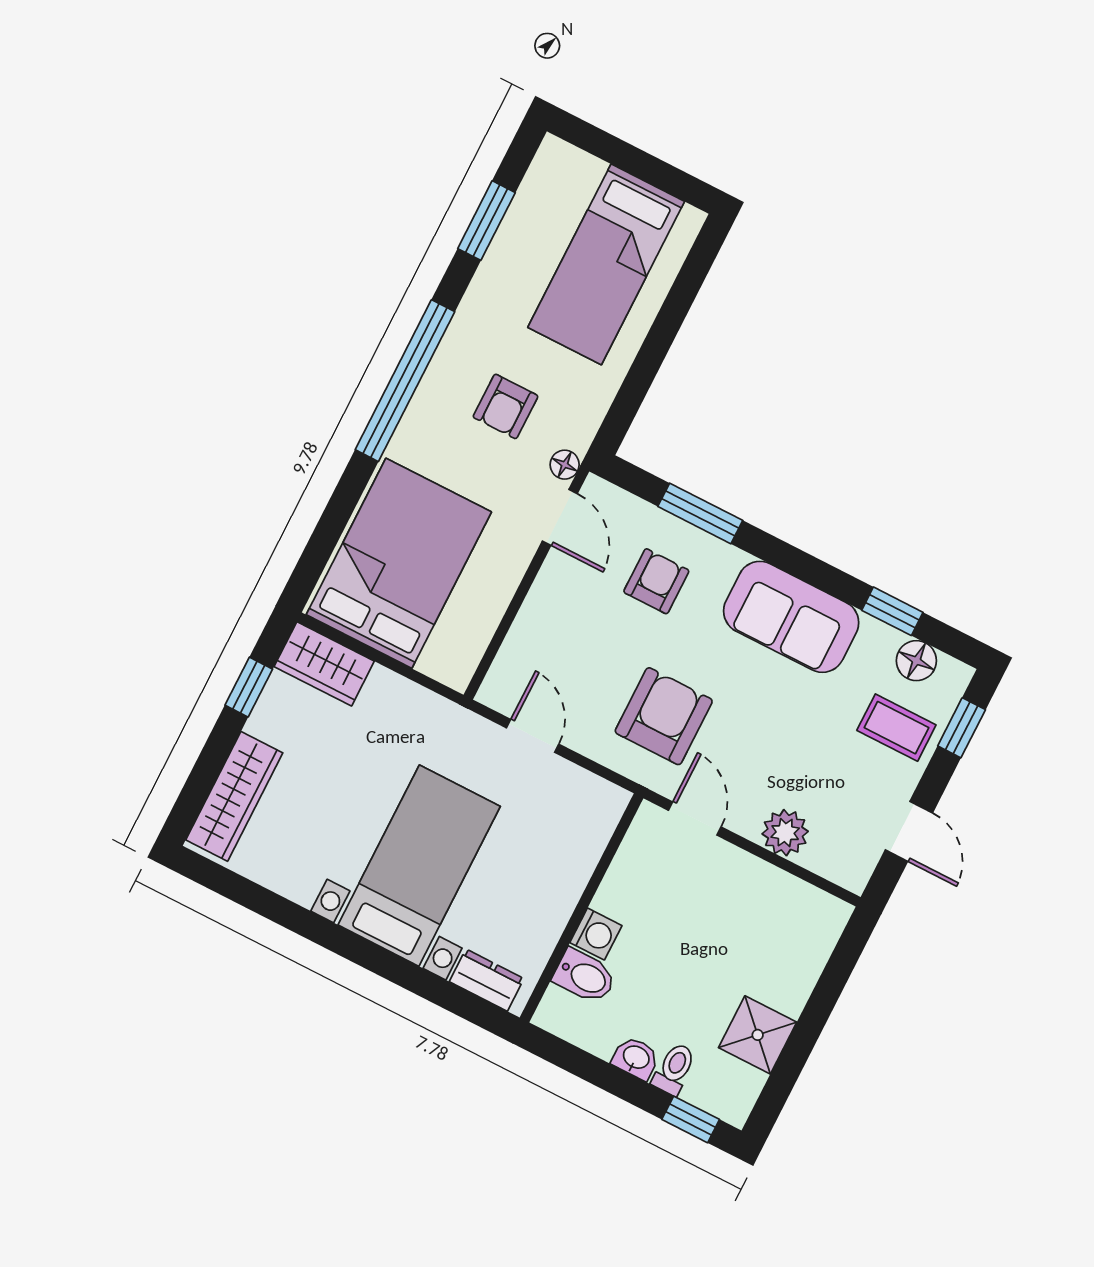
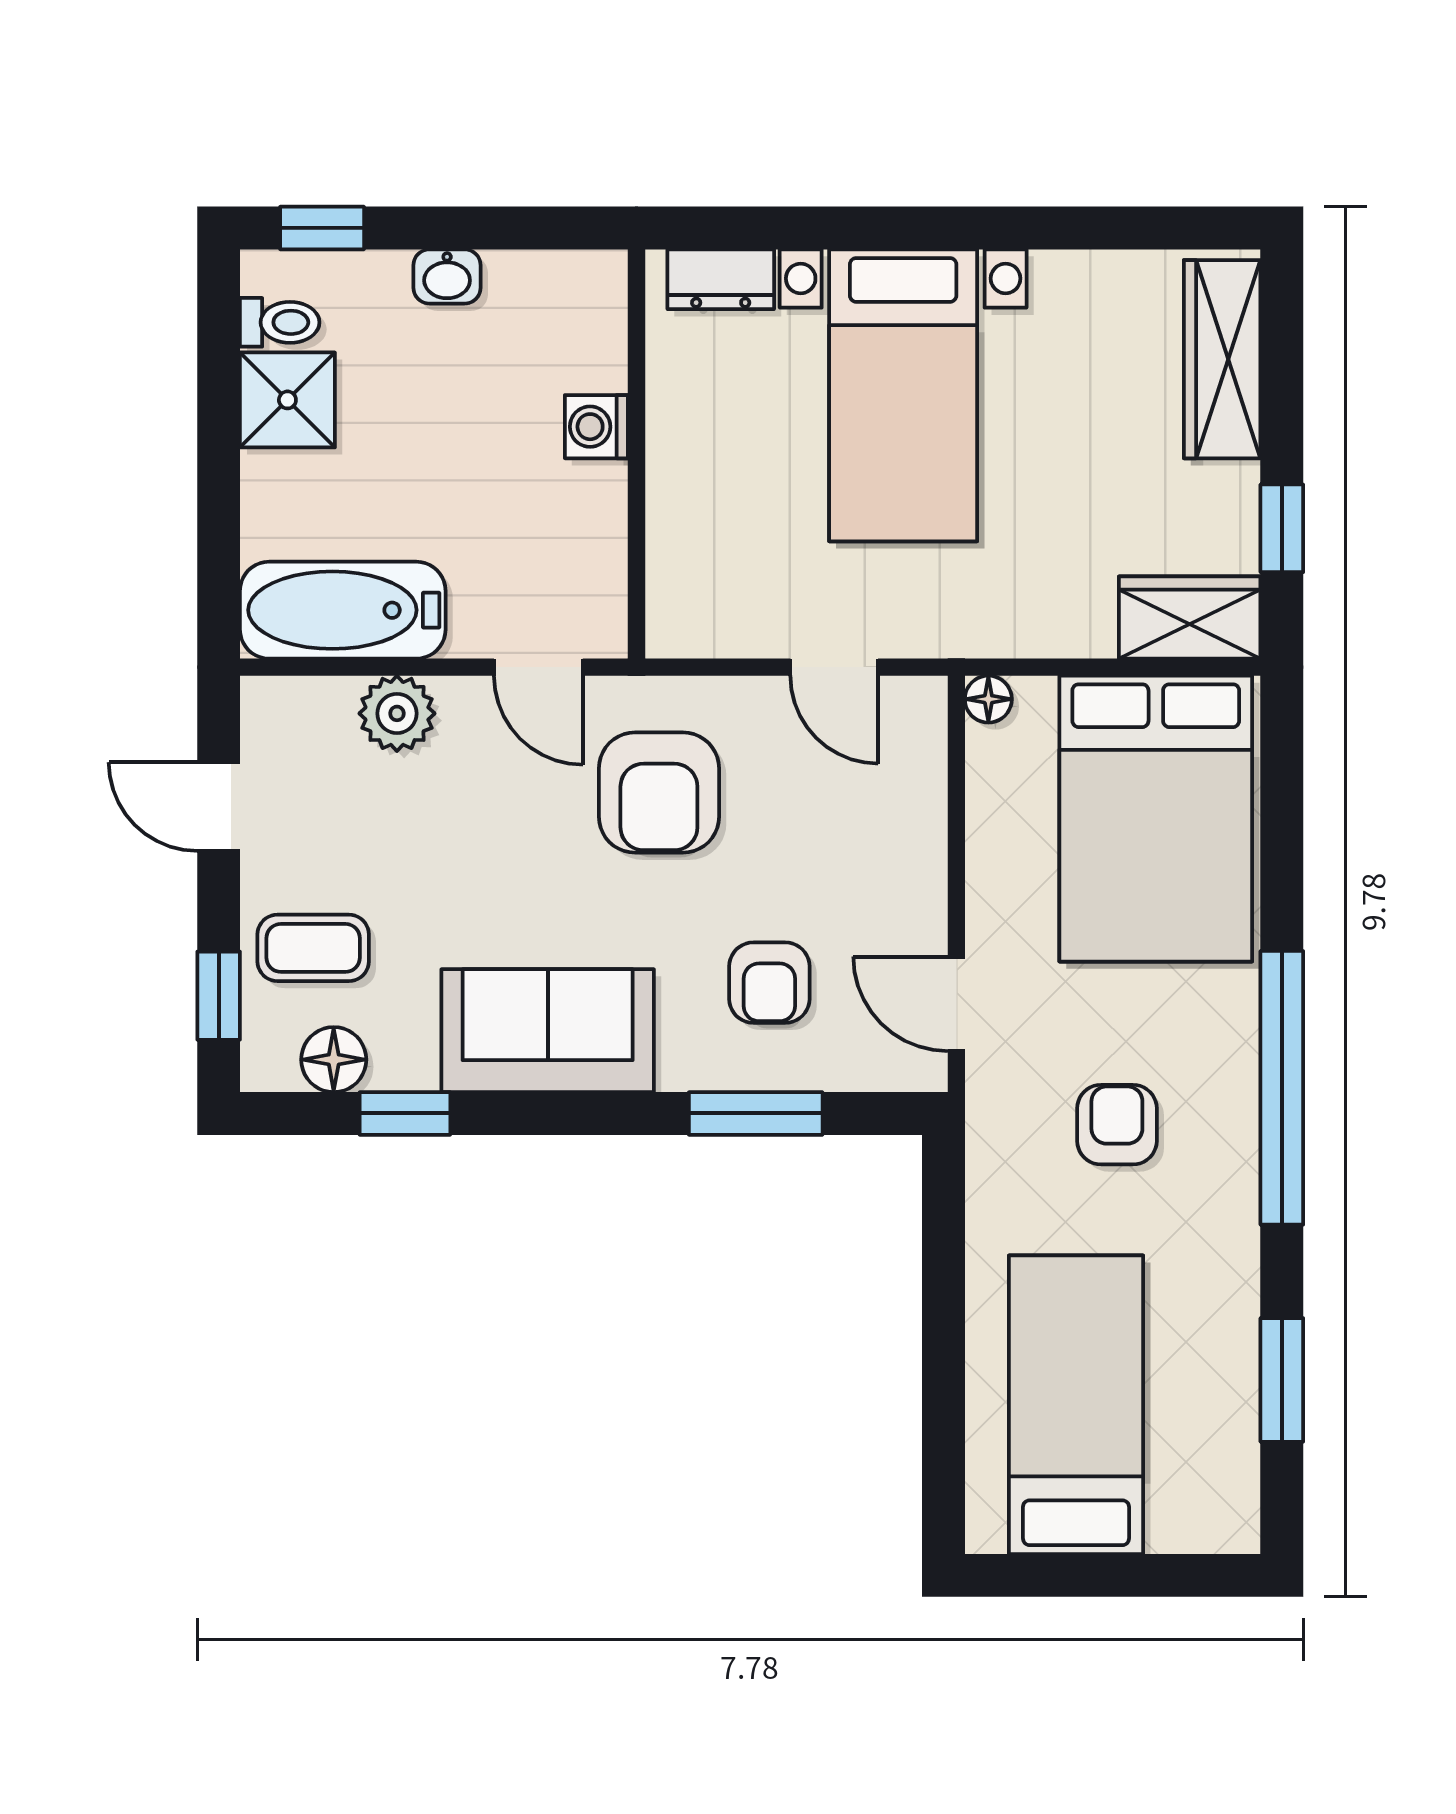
floor lamp: (565, 465) -> (988, 699), moved
bathtub: (786, 904) -> (343, 610), added
bidet: (585, 976) -> (581, 357), removed
toilet: (674, 1069) -> (280, 322), moved, turned -90

